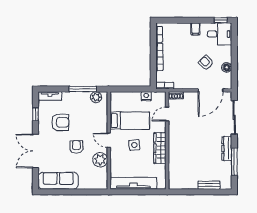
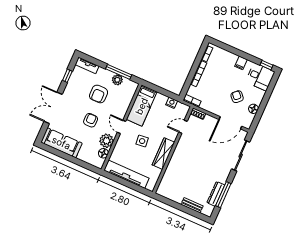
plant: (96, 97) -> (117, 80), moved
bed: (130, 121) -> (142, 106), moved, turned 90
armchair: (60, 122) -> (99, 94), moved, turned 90
dresser: (227, 148) -> (216, 194), moved
floor lamp: (102, 173) -> (103, 153), added

